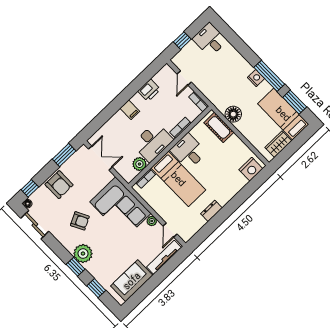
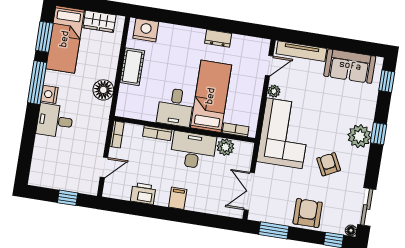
desk: (210, 40) -> (55, 121), moved, turned 90
cot: (219, 127) -> (132, 67), moved
window: (96, 288) -> (387, 81), moved

